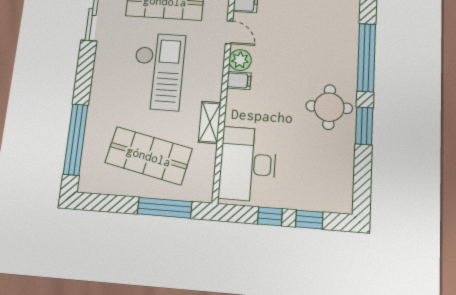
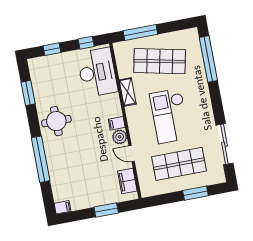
window: (364, 126) -> (28, 93), moved
window: (270, 216) -> (86, 43), moved

